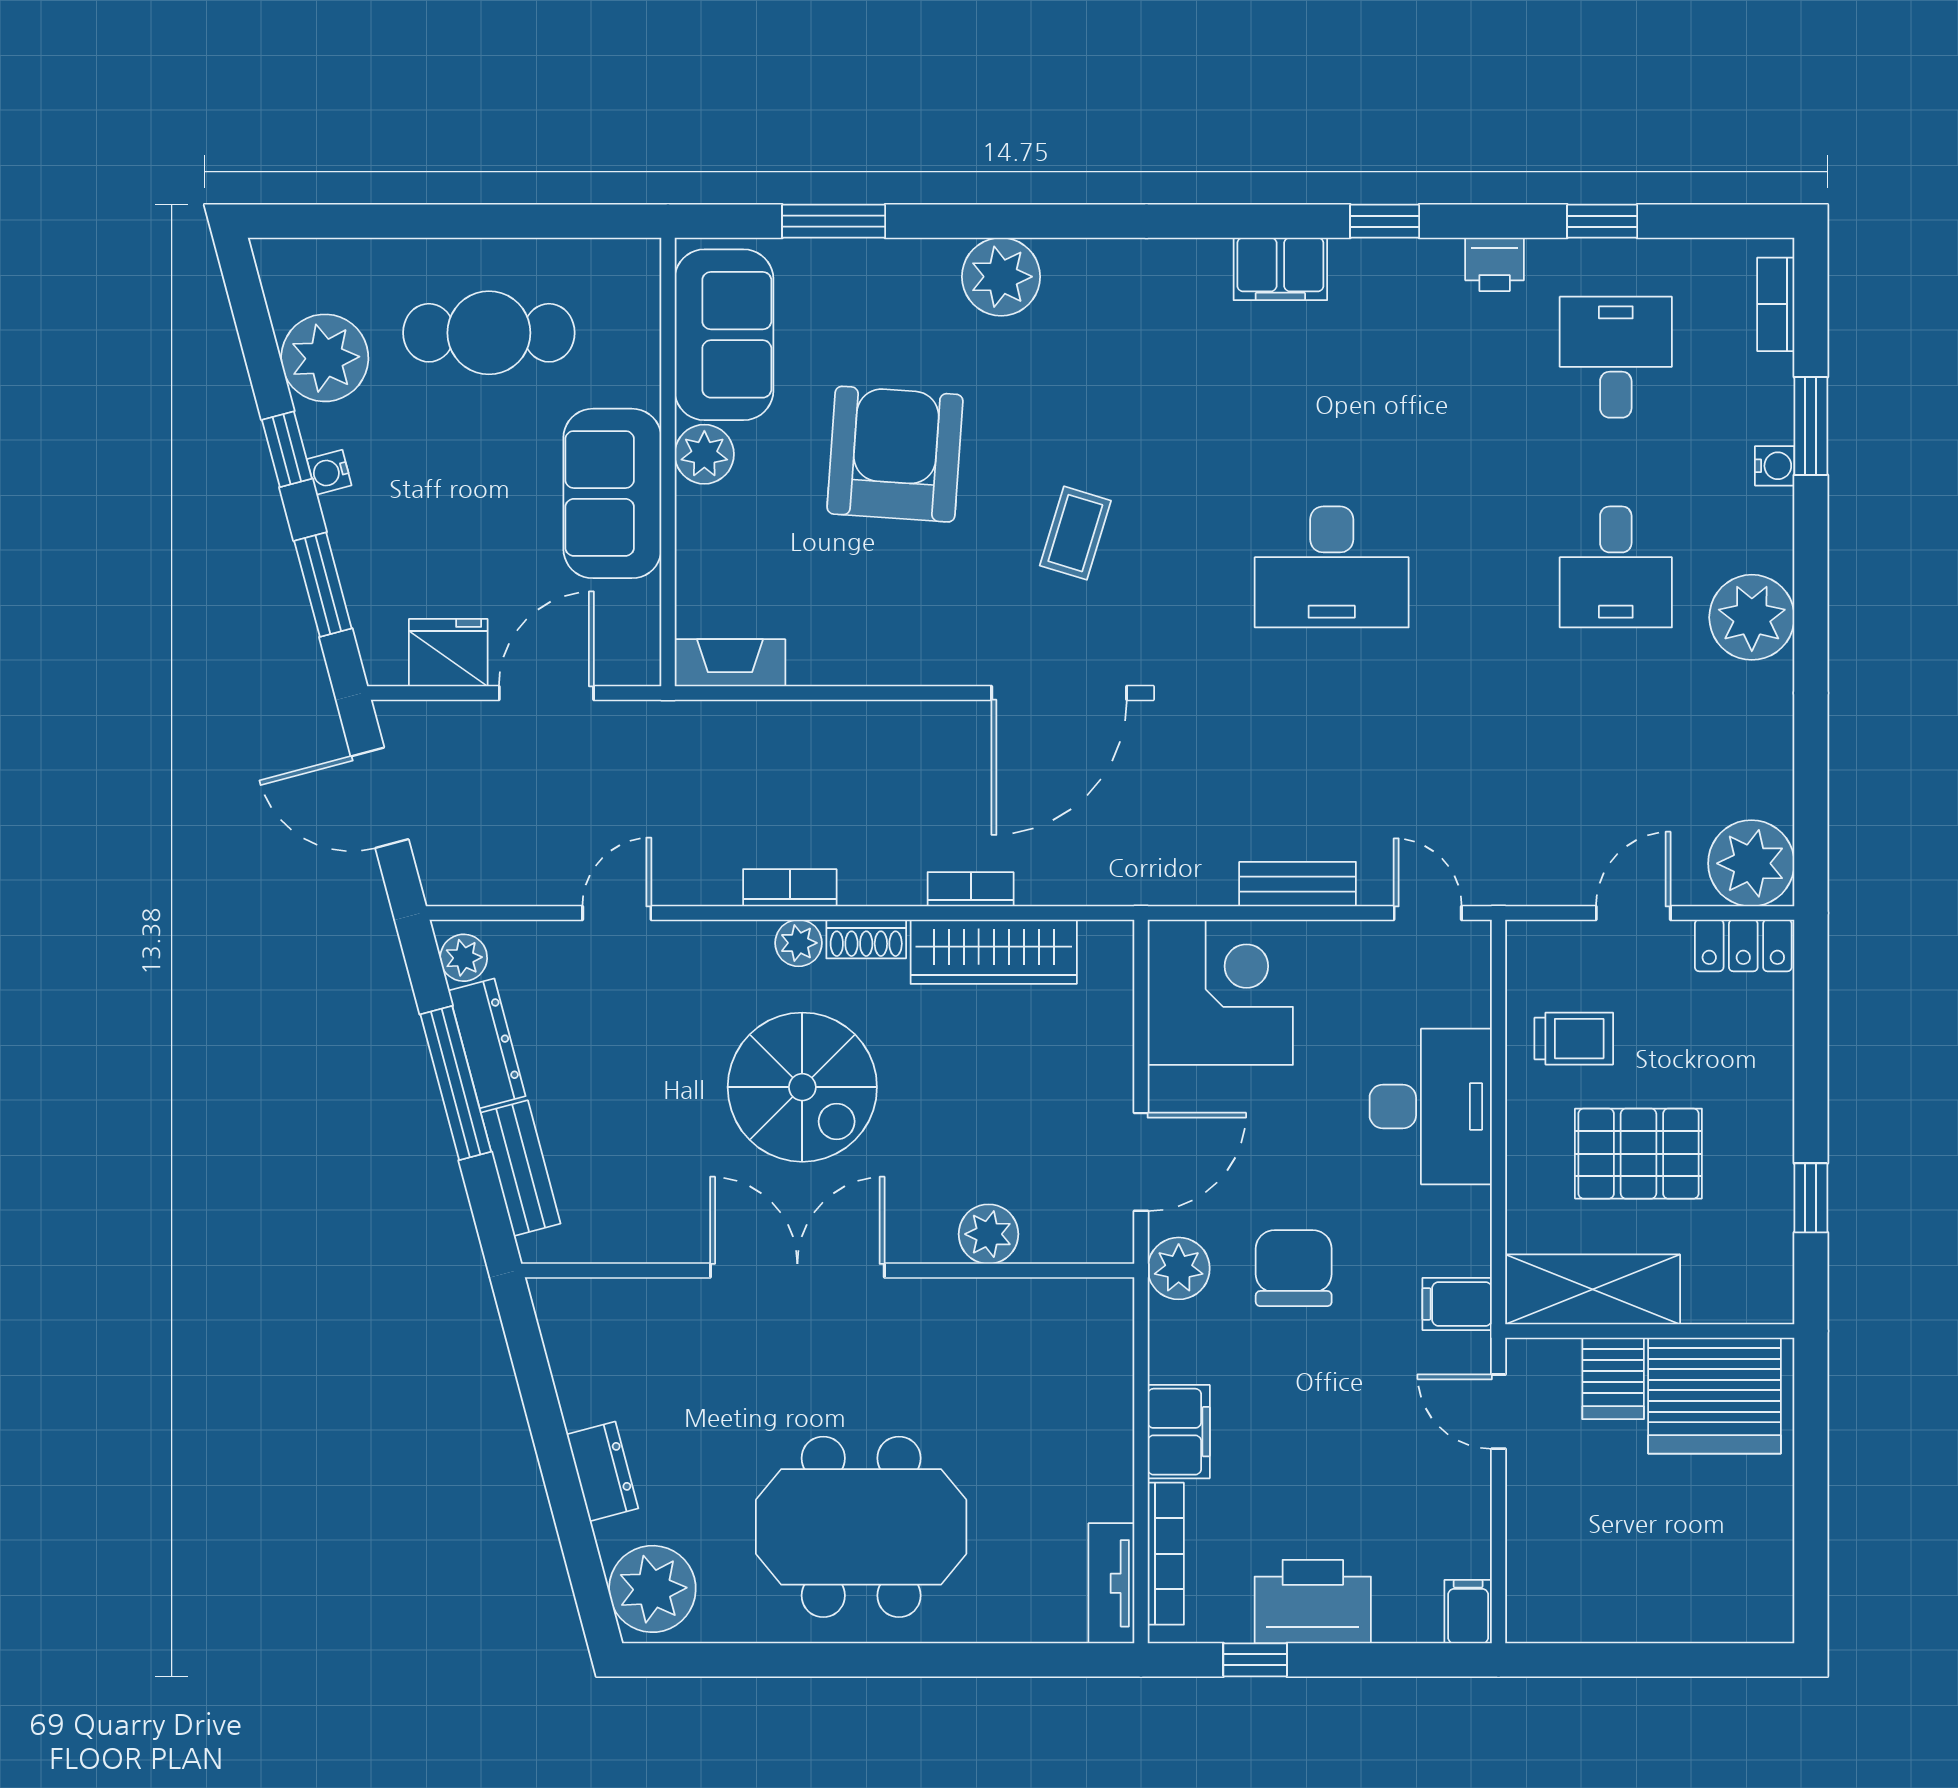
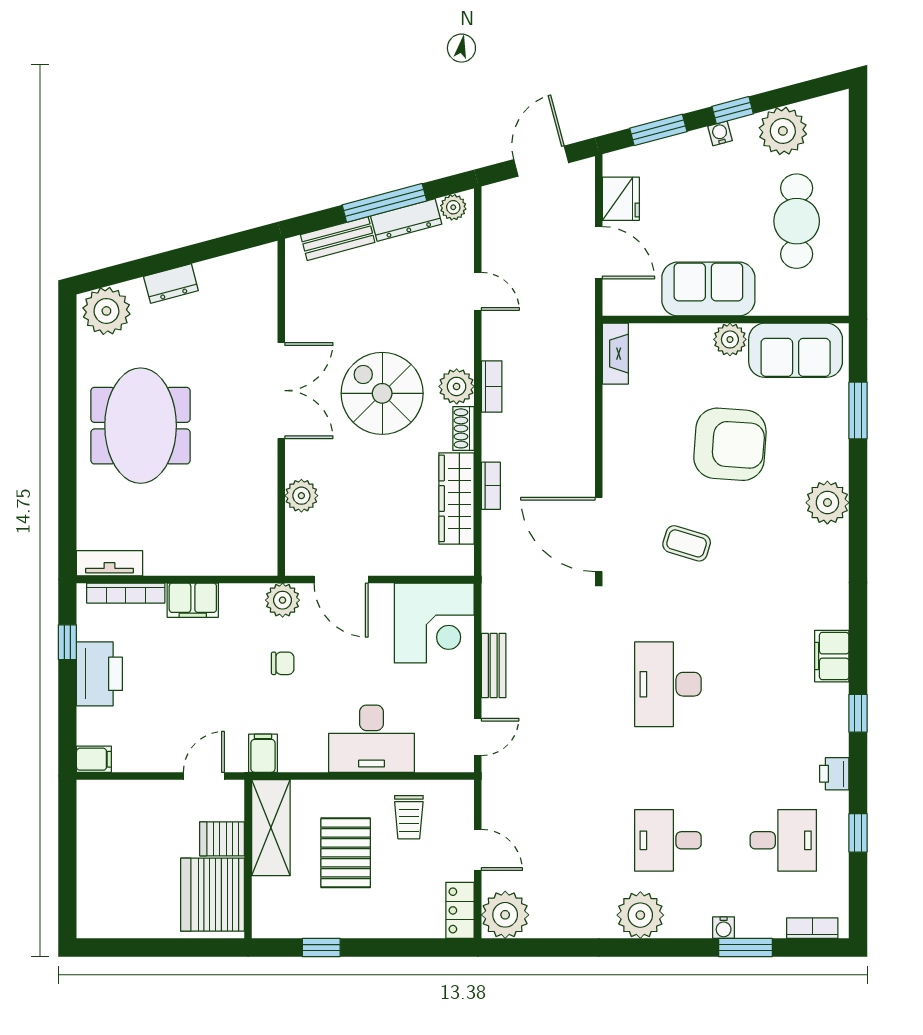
plant: (798, 943) -> (457, 386), width x1.38, depth x1.38
spiral stairs: (802, 1087) -> (382, 393), turned 90
chair: (1294, 1268) -> (283, 663), width x0.54, depth x0.54

